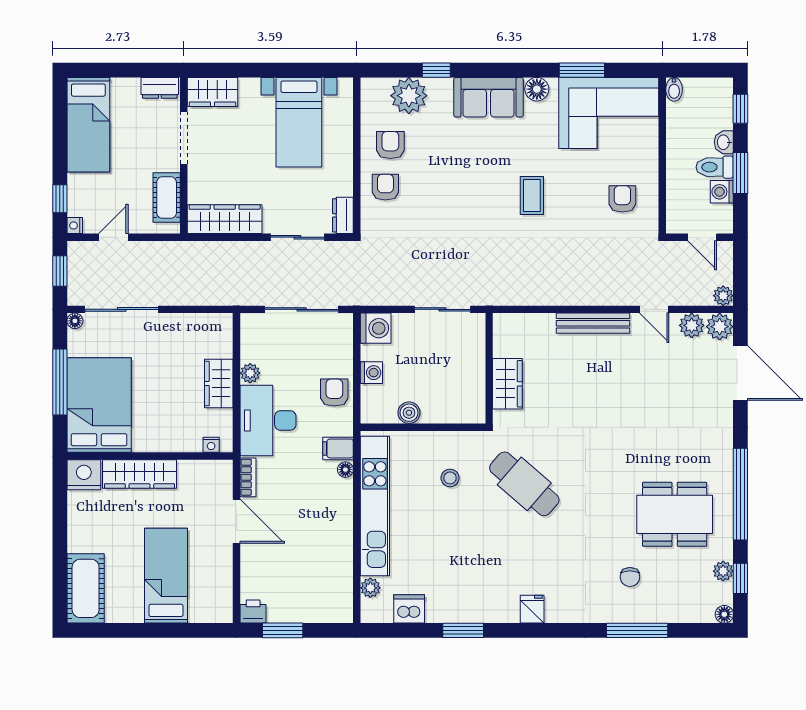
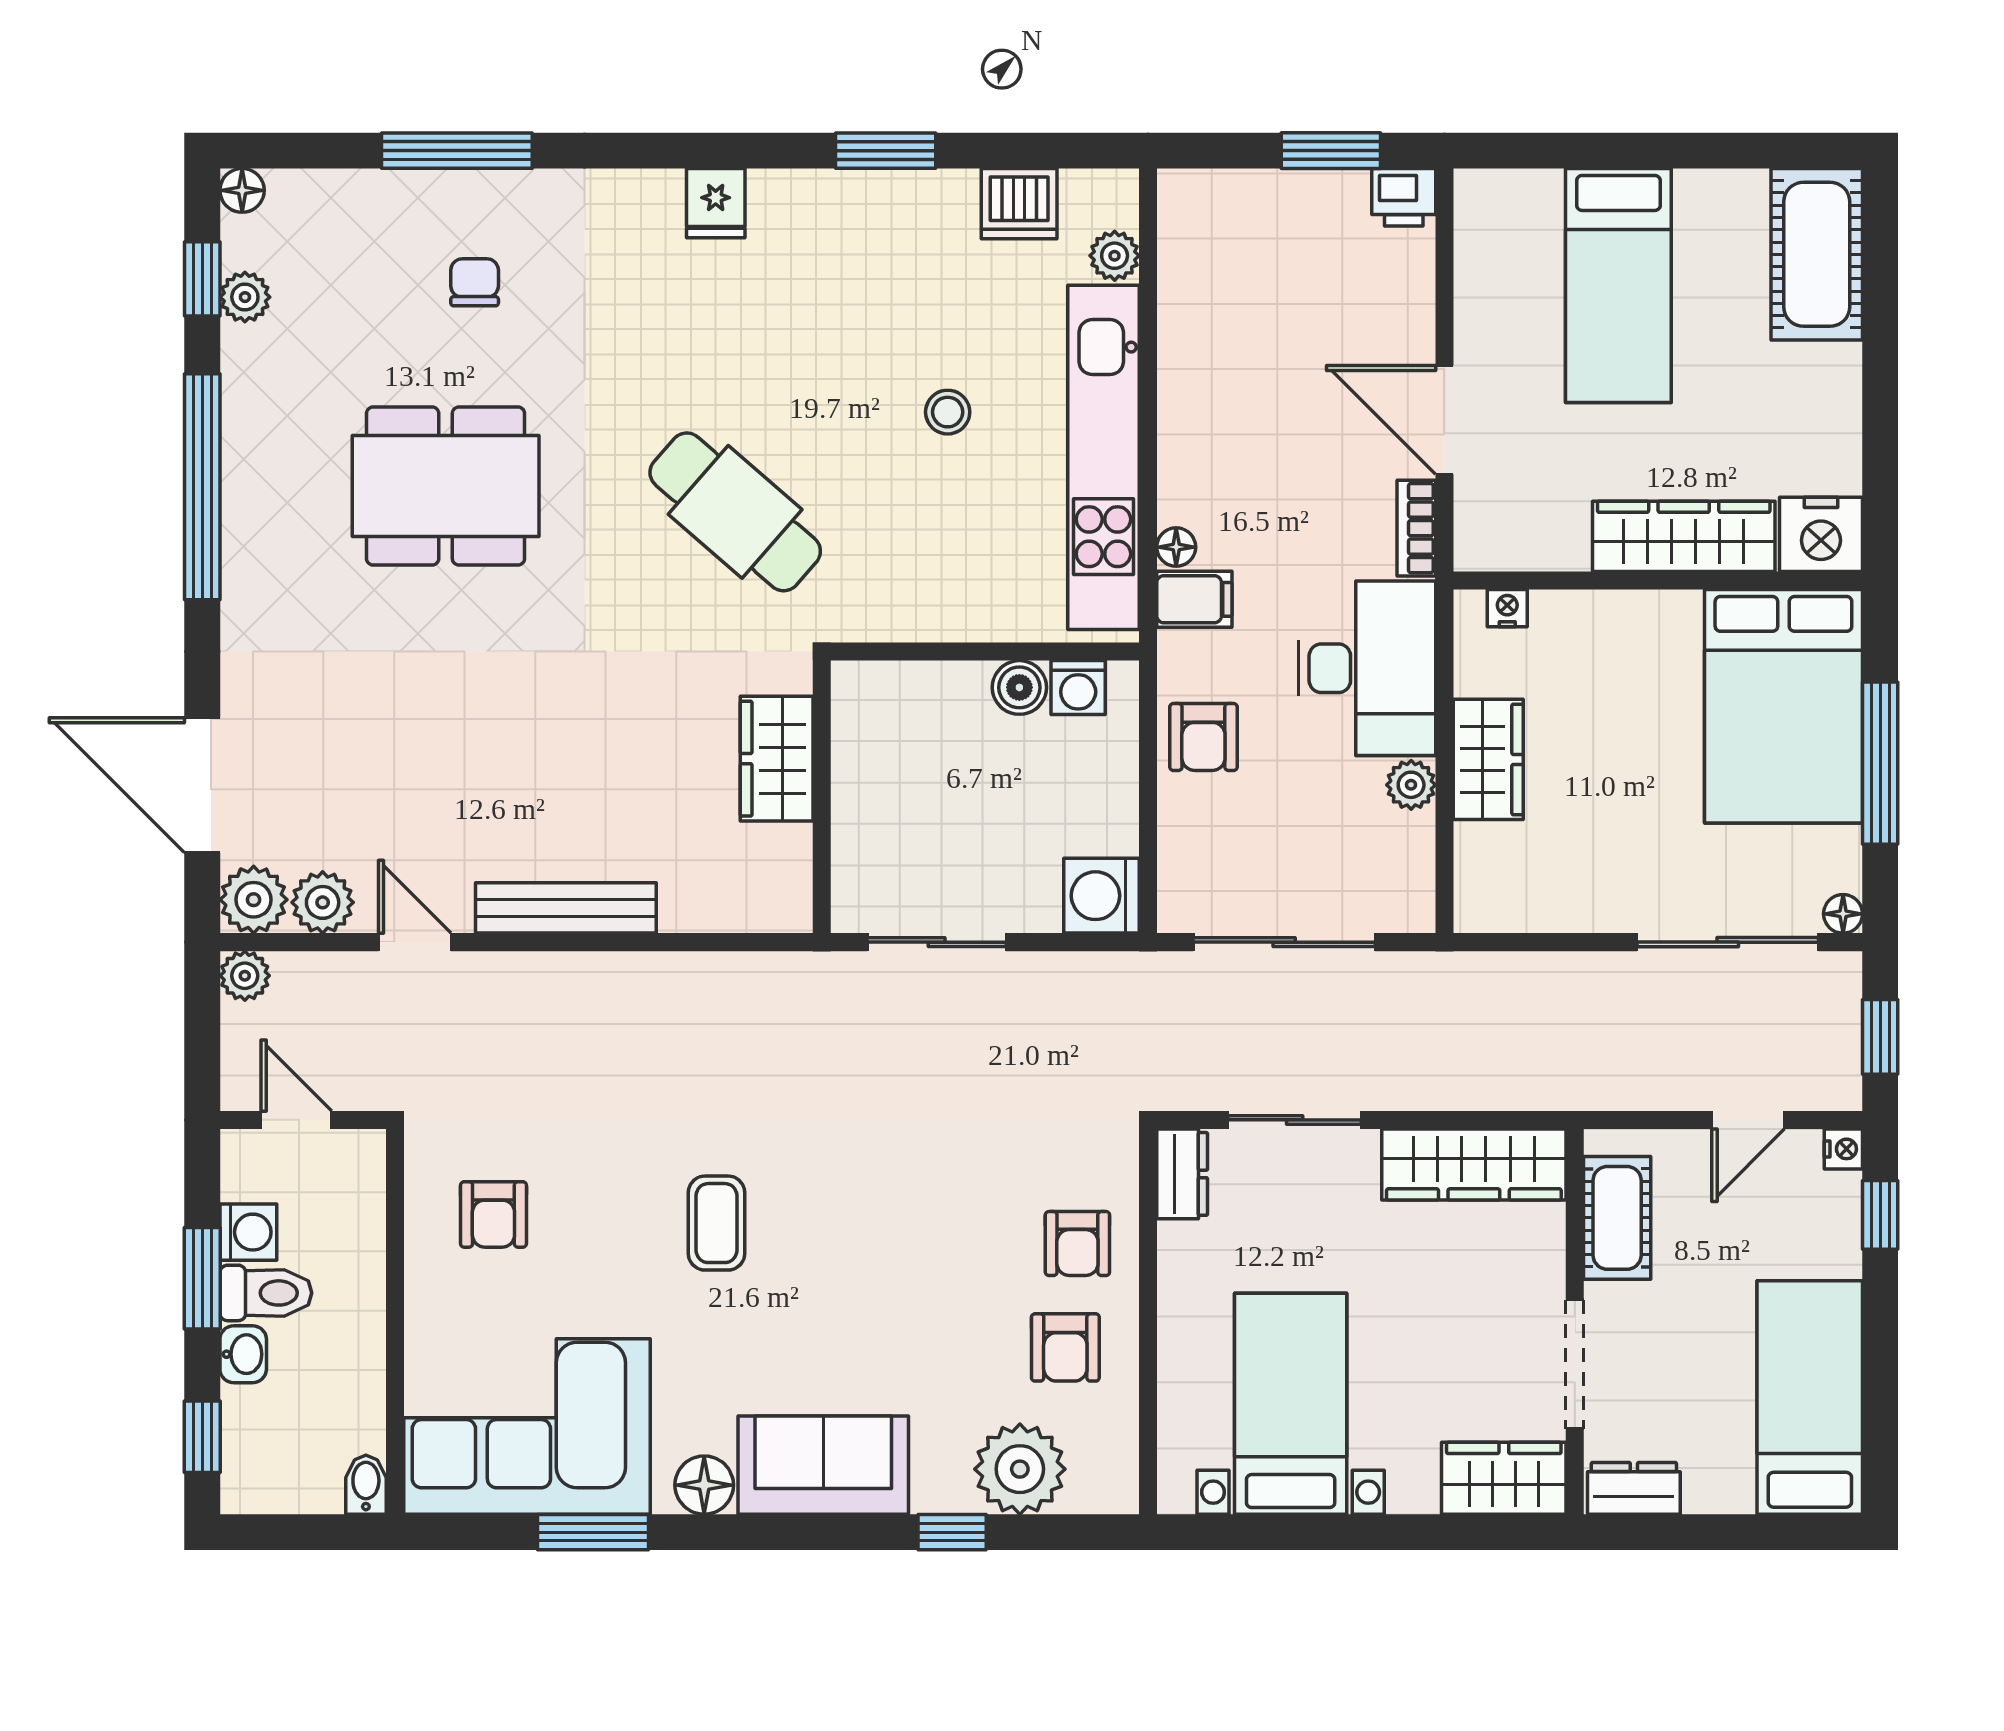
washing machine: (371, 373) -> (1078, 688), moved, turned -90
stool: (450, 478) -> (948, 412), moved
dining table: (675, 514) -> (446, 486), moved

